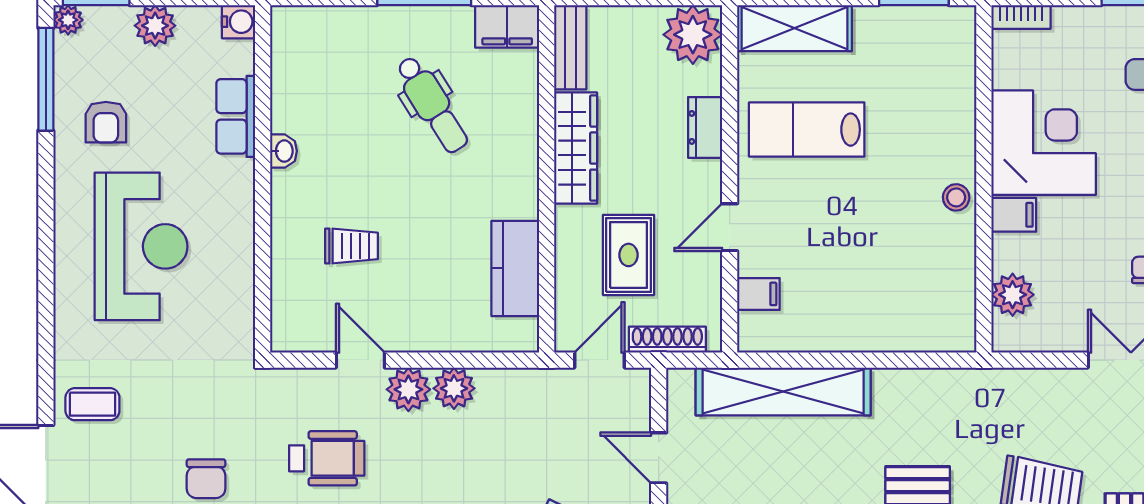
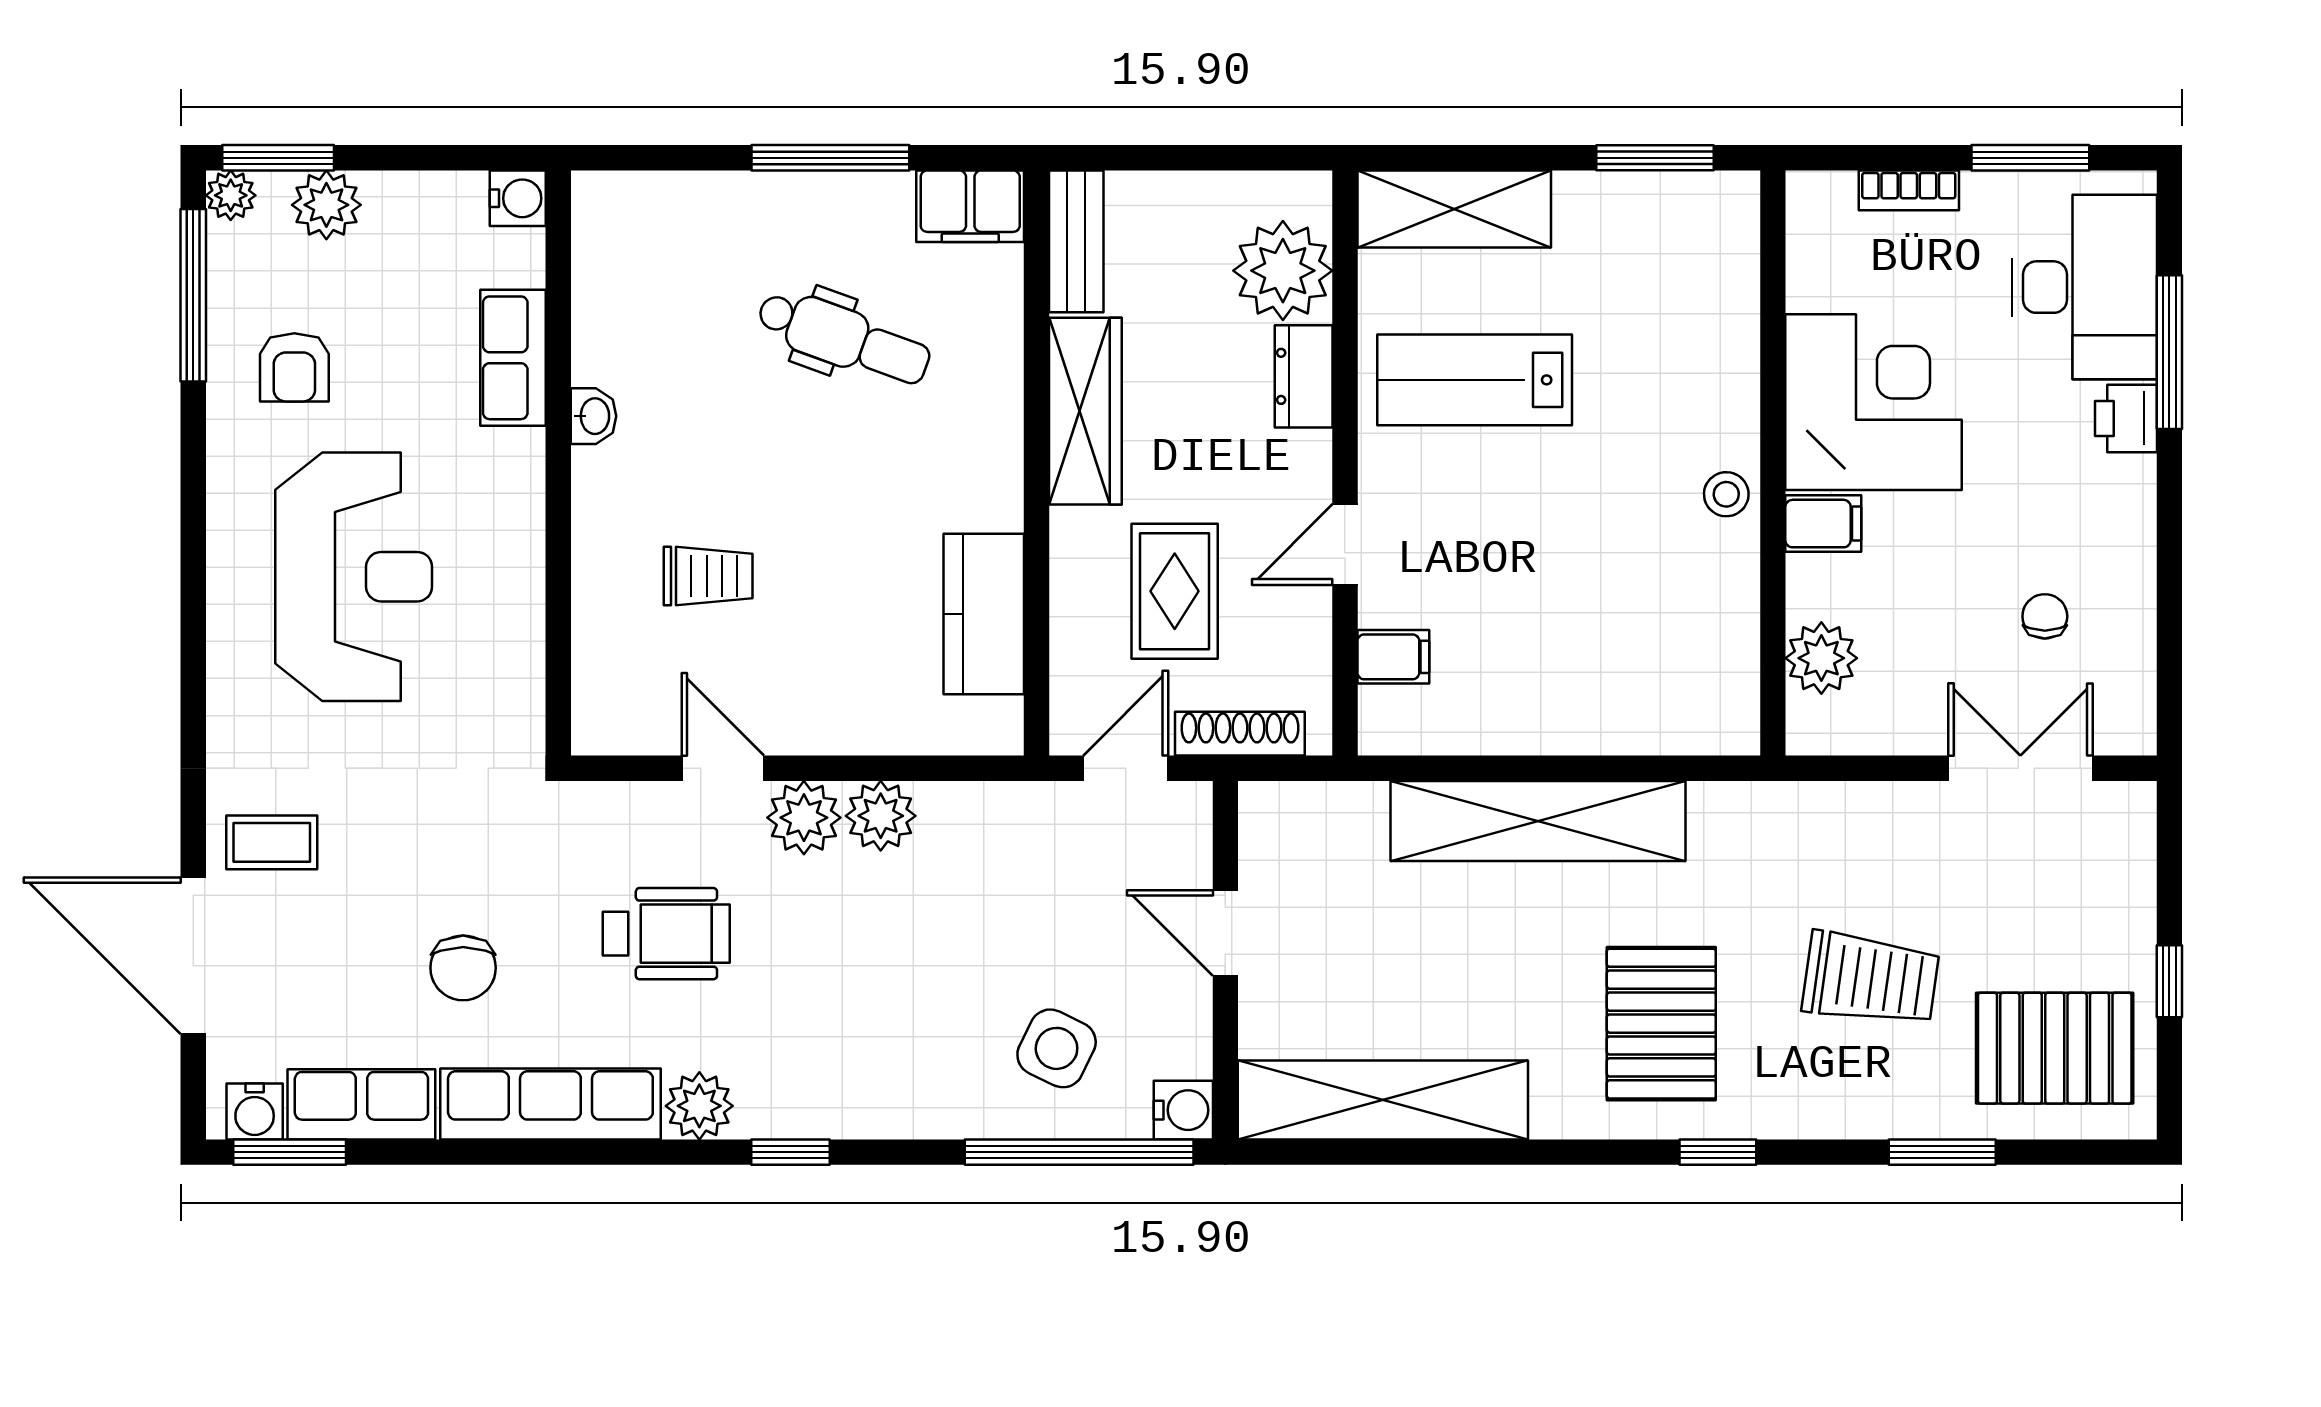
bookcase: (1021, 17) -> (1909, 190), moved
plant: (155, 26) -> (326, 205), moved
plant: (693, 35) -> (1283, 271), moved
dental chair: (432, 105) -> (844, 338), turned -38
shelving: (783, 391) -> (1538, 821), moved

